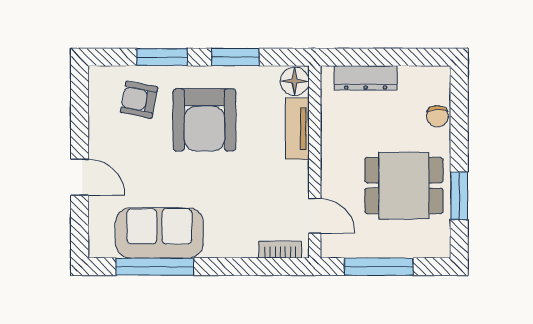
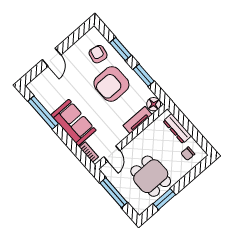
chair: (437, 116) -> (188, 154), moved
sofa: (159, 233) -> (74, 123), moved

